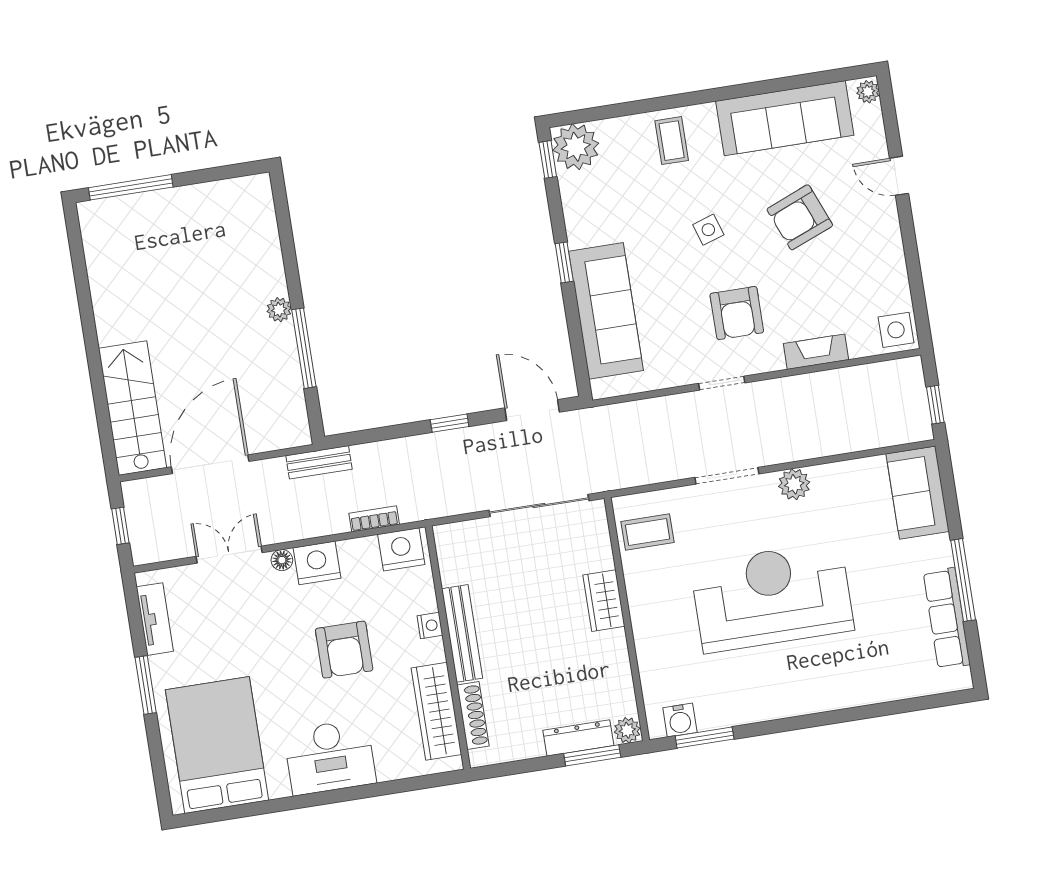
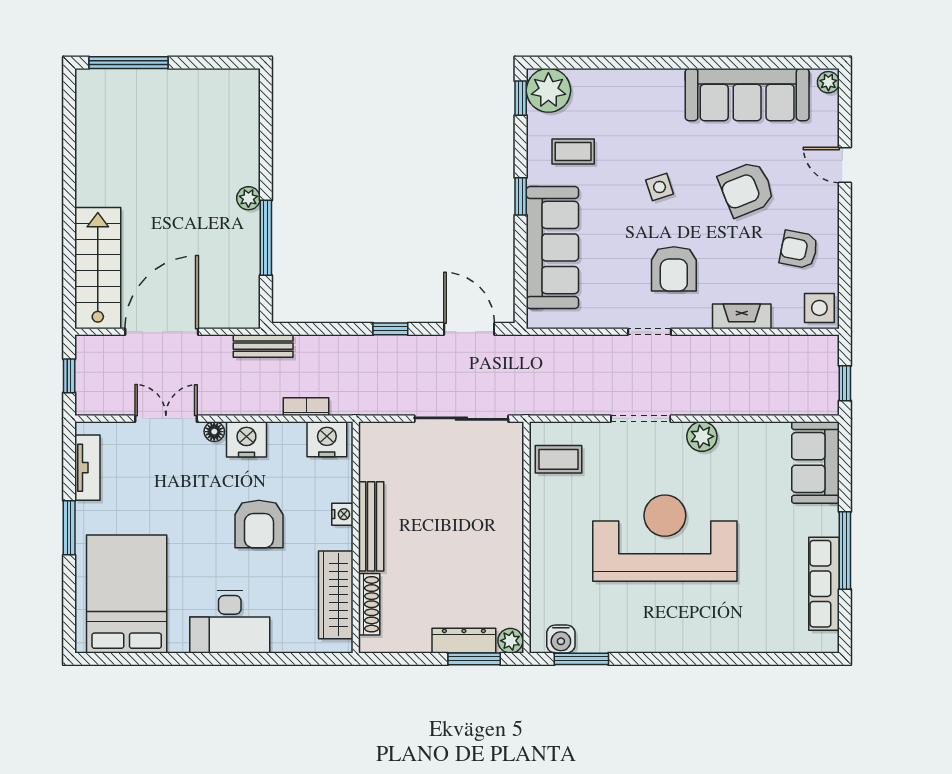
coffee table: (672, 141) -> (573, 151), moved, turned 90
armchair: (865, 272) -> (799, 249), added
wardrobe: (604, 601) -> (508, 517), removed

